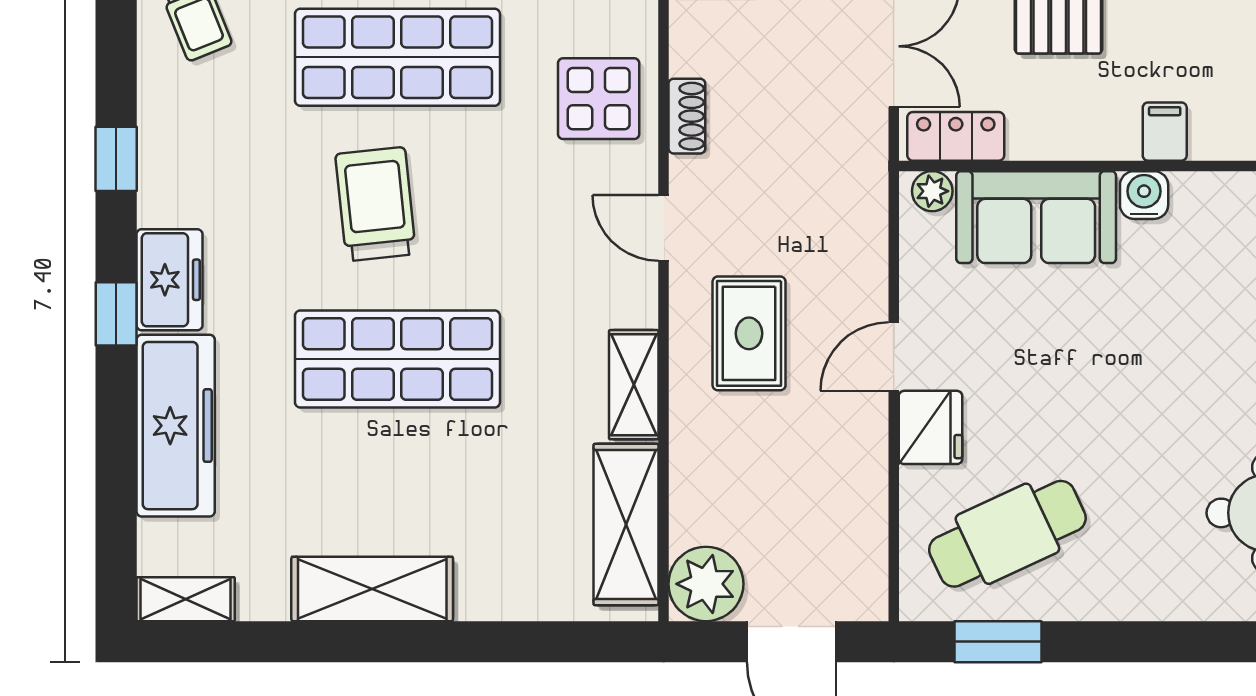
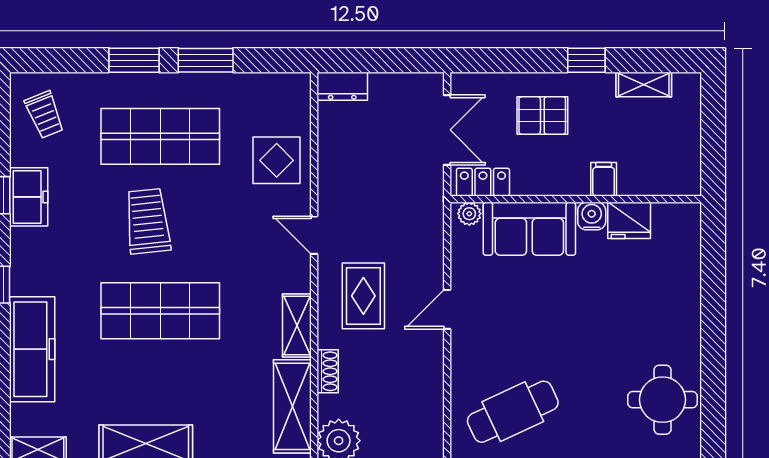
shoe rack: (687, 116) -> (328, 371), moved
freezer: (169, 280) -> (29, 197), moved
fridge: (930, 427) -> (629, 220), moved, turned 90

